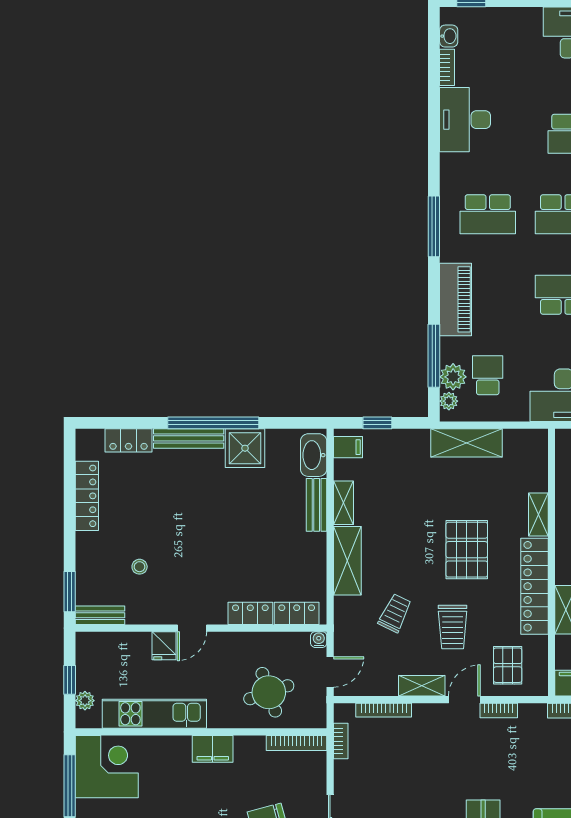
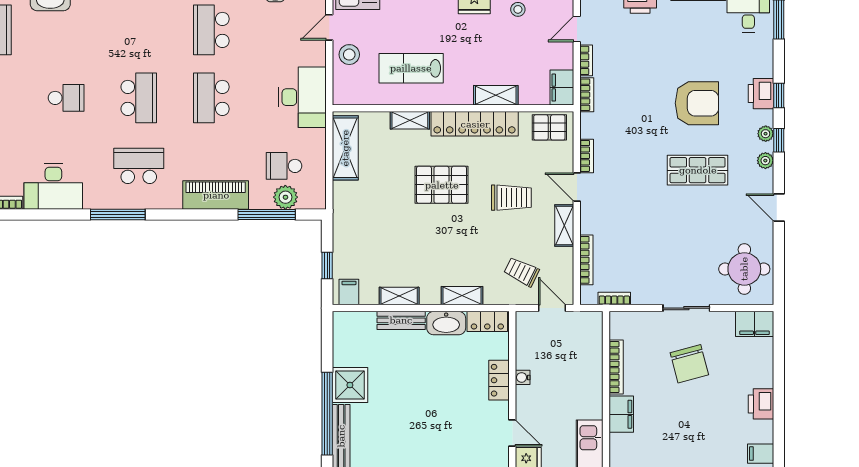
school desk: (488, 214) -> (139, 166), turned -90
window: (434, 226) -> (118, 214), moved
plant: (449, 401) -> (307, 201), removed
shelving: (467, 443) -> (345, 148), moved
washbasin: (314, 455) -> (446, 323), moved
shelving: (347, 561) -> (462, 296), width x0.67, depth x0.75
locker: (297, 613) -> (487, 321), moved, turned -90
trolley: (395, 613) -> (521, 272), moved
water cooler: (319, 640) -> (523, 377), moved
pallet: (508, 665) -> (549, 127), moved
round table: (269, 692) -> (570, 364), removed
bookcase: (297, 743) -> (616, 367), moved

